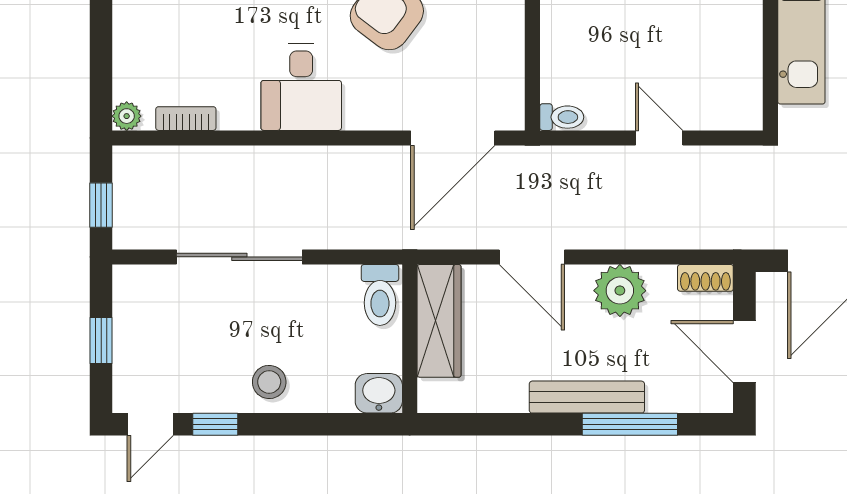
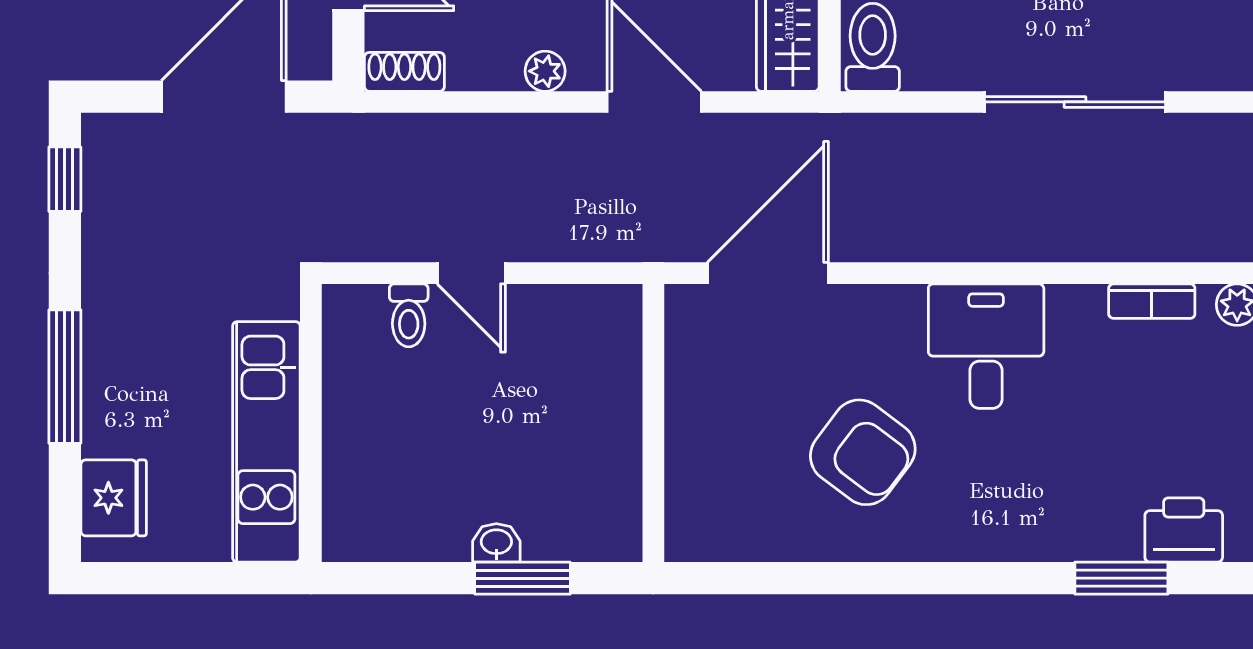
toilet: (562, 117) -> (409, 315), moved, turned -90
plant: (620, 291) -> (545, 71), width x0.53, depth x0.53

